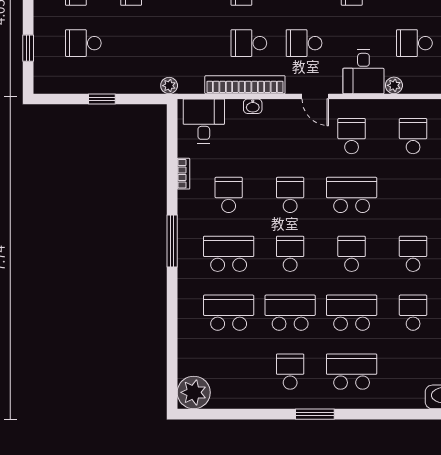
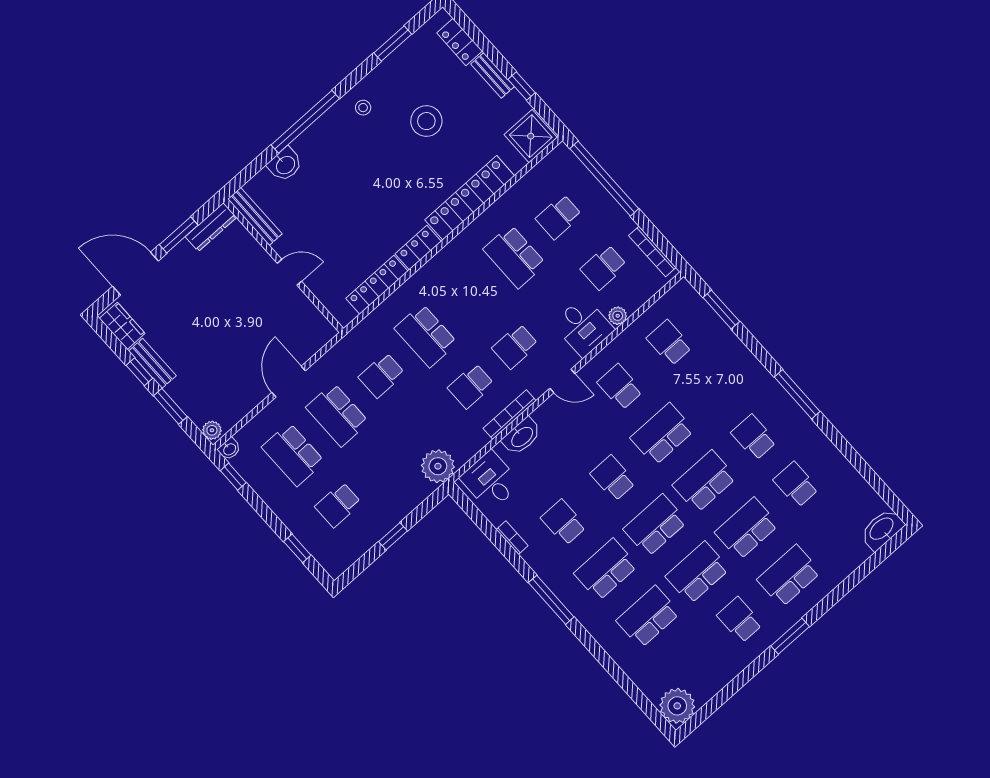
bookcase: (245, 85) -> (510, 415), width x0.68, depth x0.76
plant: (169, 86) -> (438, 466), width x1.88, depth x1.88
washbasin: (253, 106) -> (522, 436), width x1.91, depth x1.45
school desk: (290, 254) -> (655, 525), width x1.85
school desk: (352, 254) -> (704, 481), width x1.85

